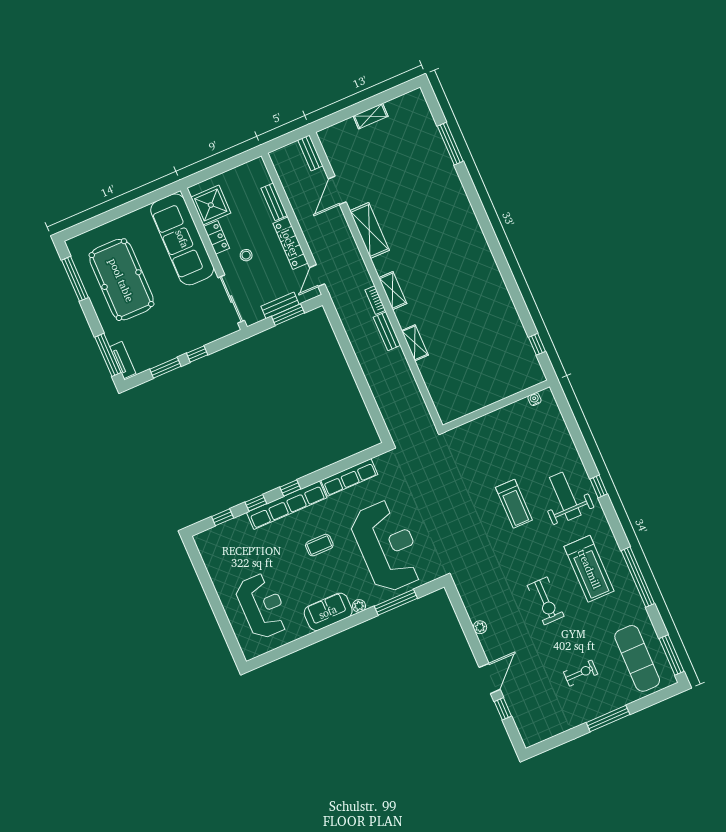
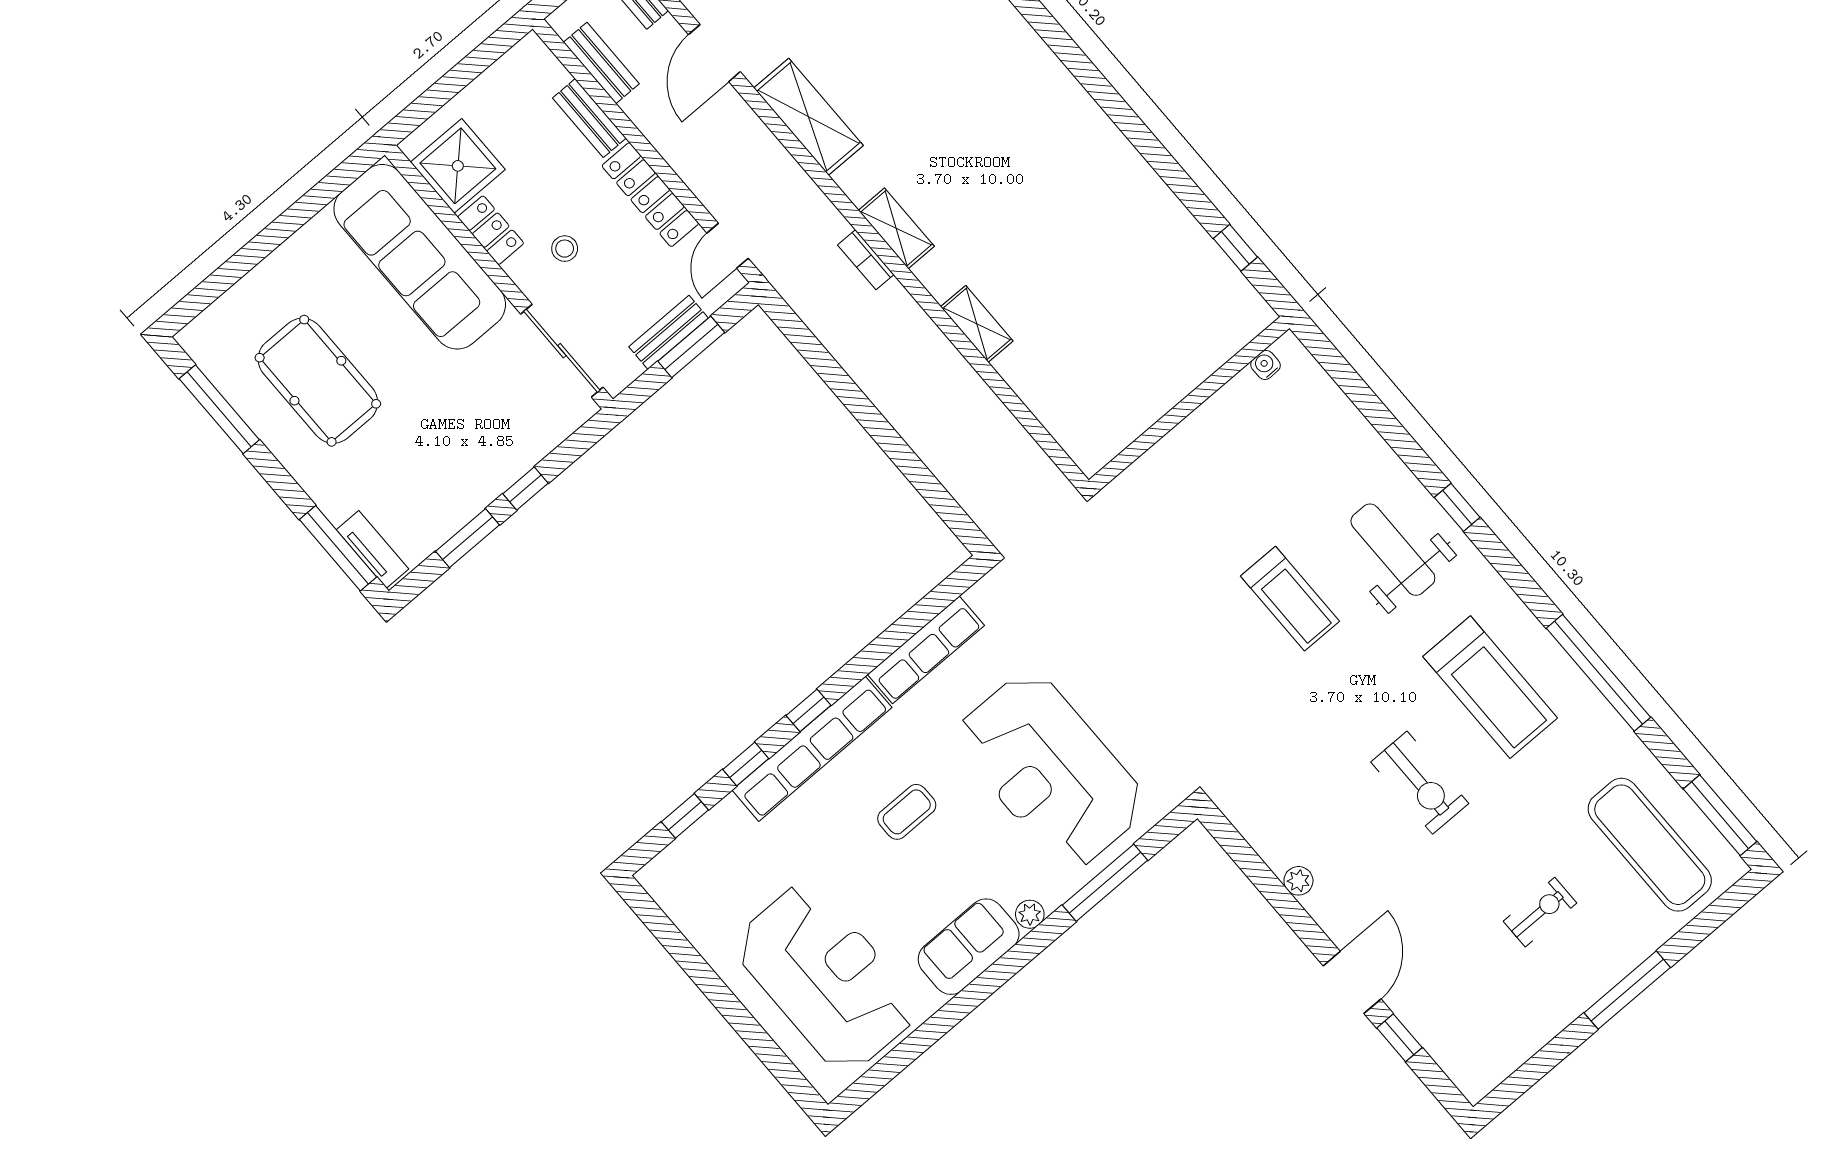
pool table: (121, 280) -> (318, 381), width x0.73, depth x0.76
bench: (387, 331) -> (601, 63), moved
reception desk: (387, 546) -> (1051, 770), turned 180
reception desk: (262, 606) -> (826, 977), width x1.36, depth x1.30

